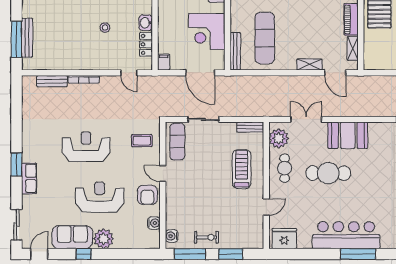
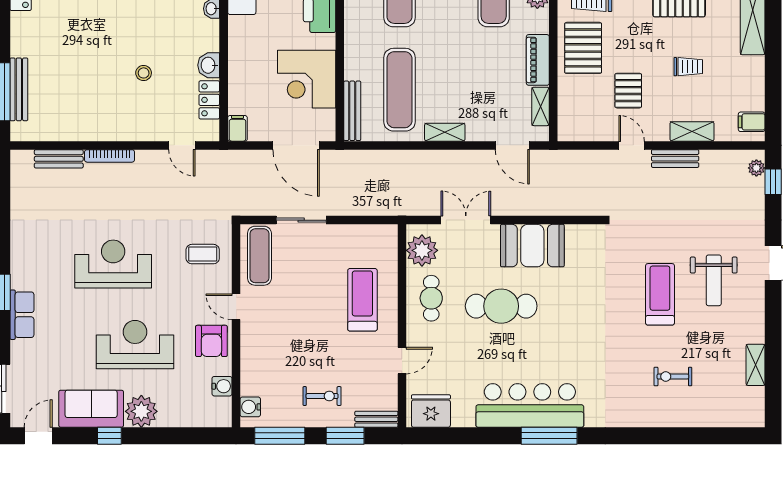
shelving: (309, 65) -> (445, 132), moved
bench: (250, 127) -> (376, 419), moved
exercise bike: (206, 237) -> (322, 396), moved

